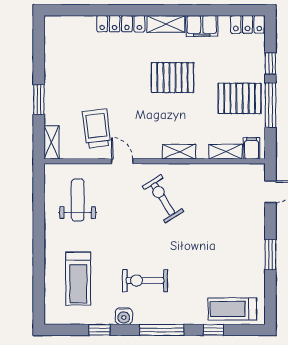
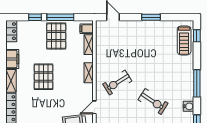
exercise bike: (145, 281) -> (153, 101), moved, turned -57
window: (213, 330) -> (197, 36), moved

